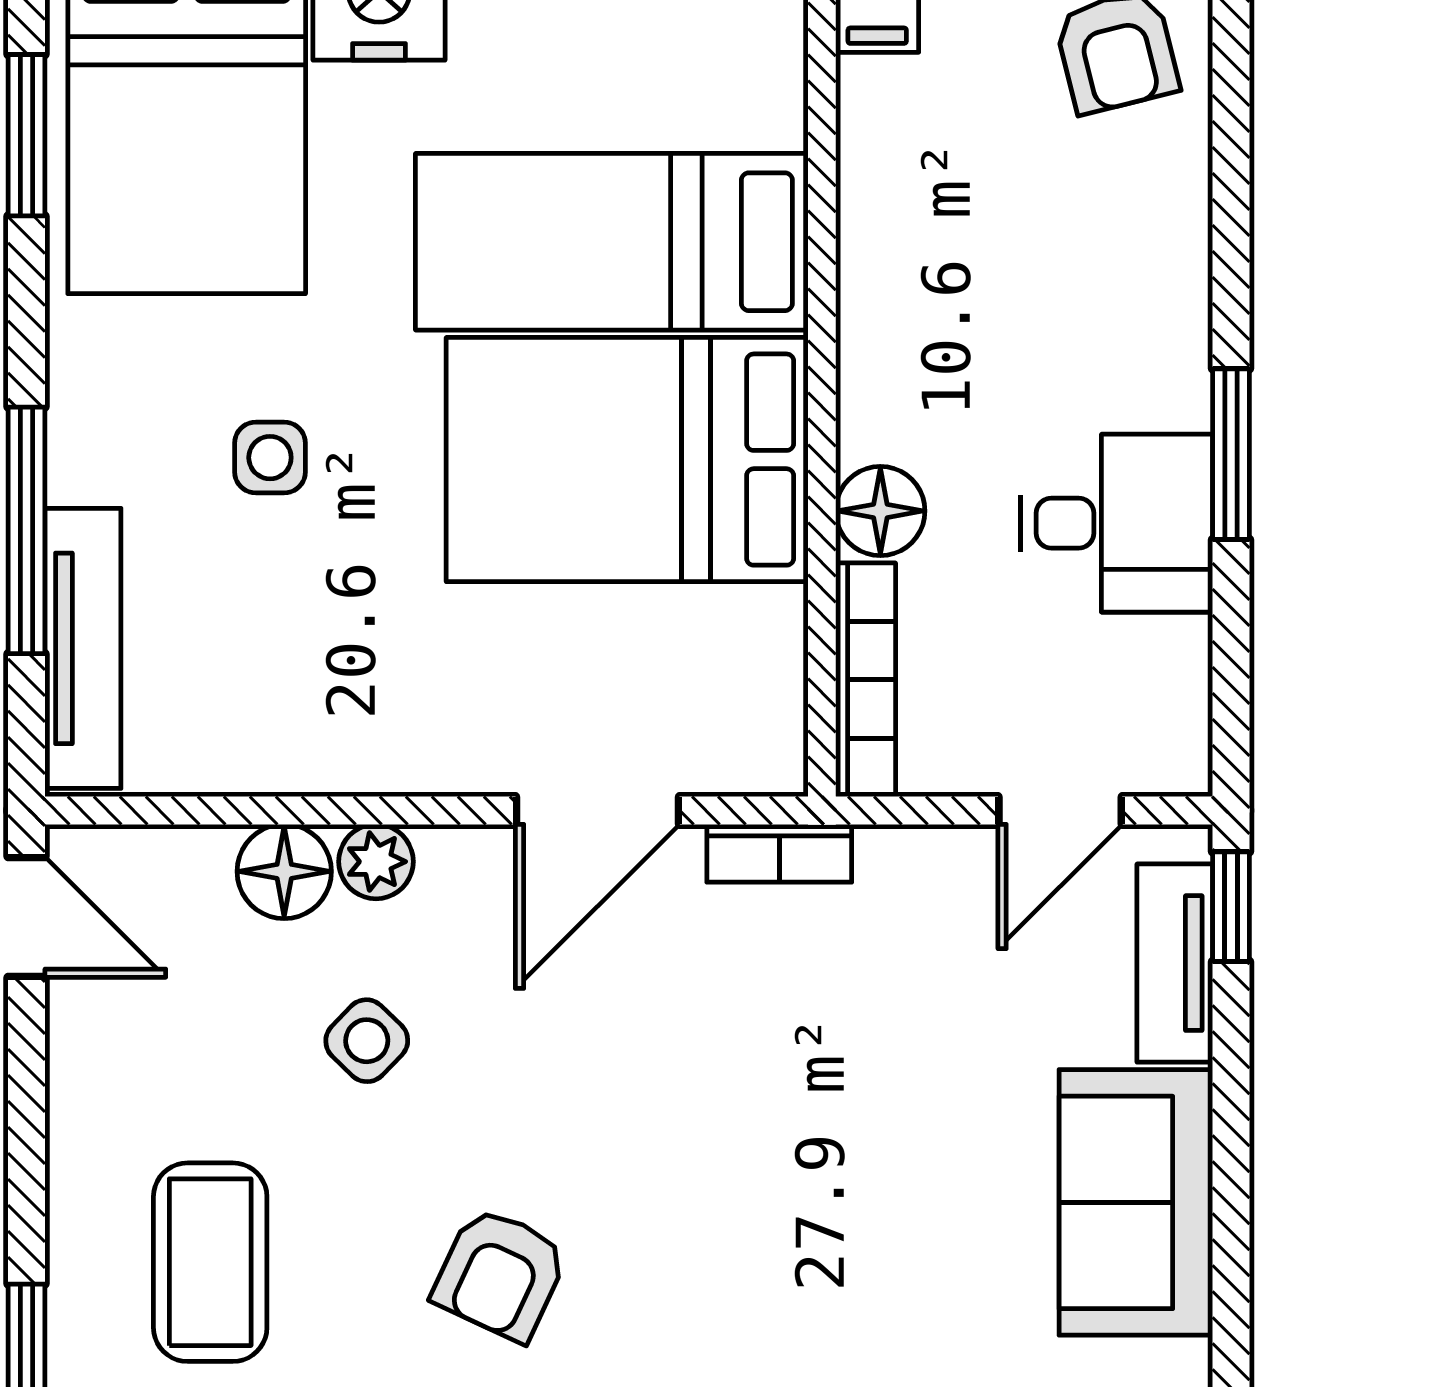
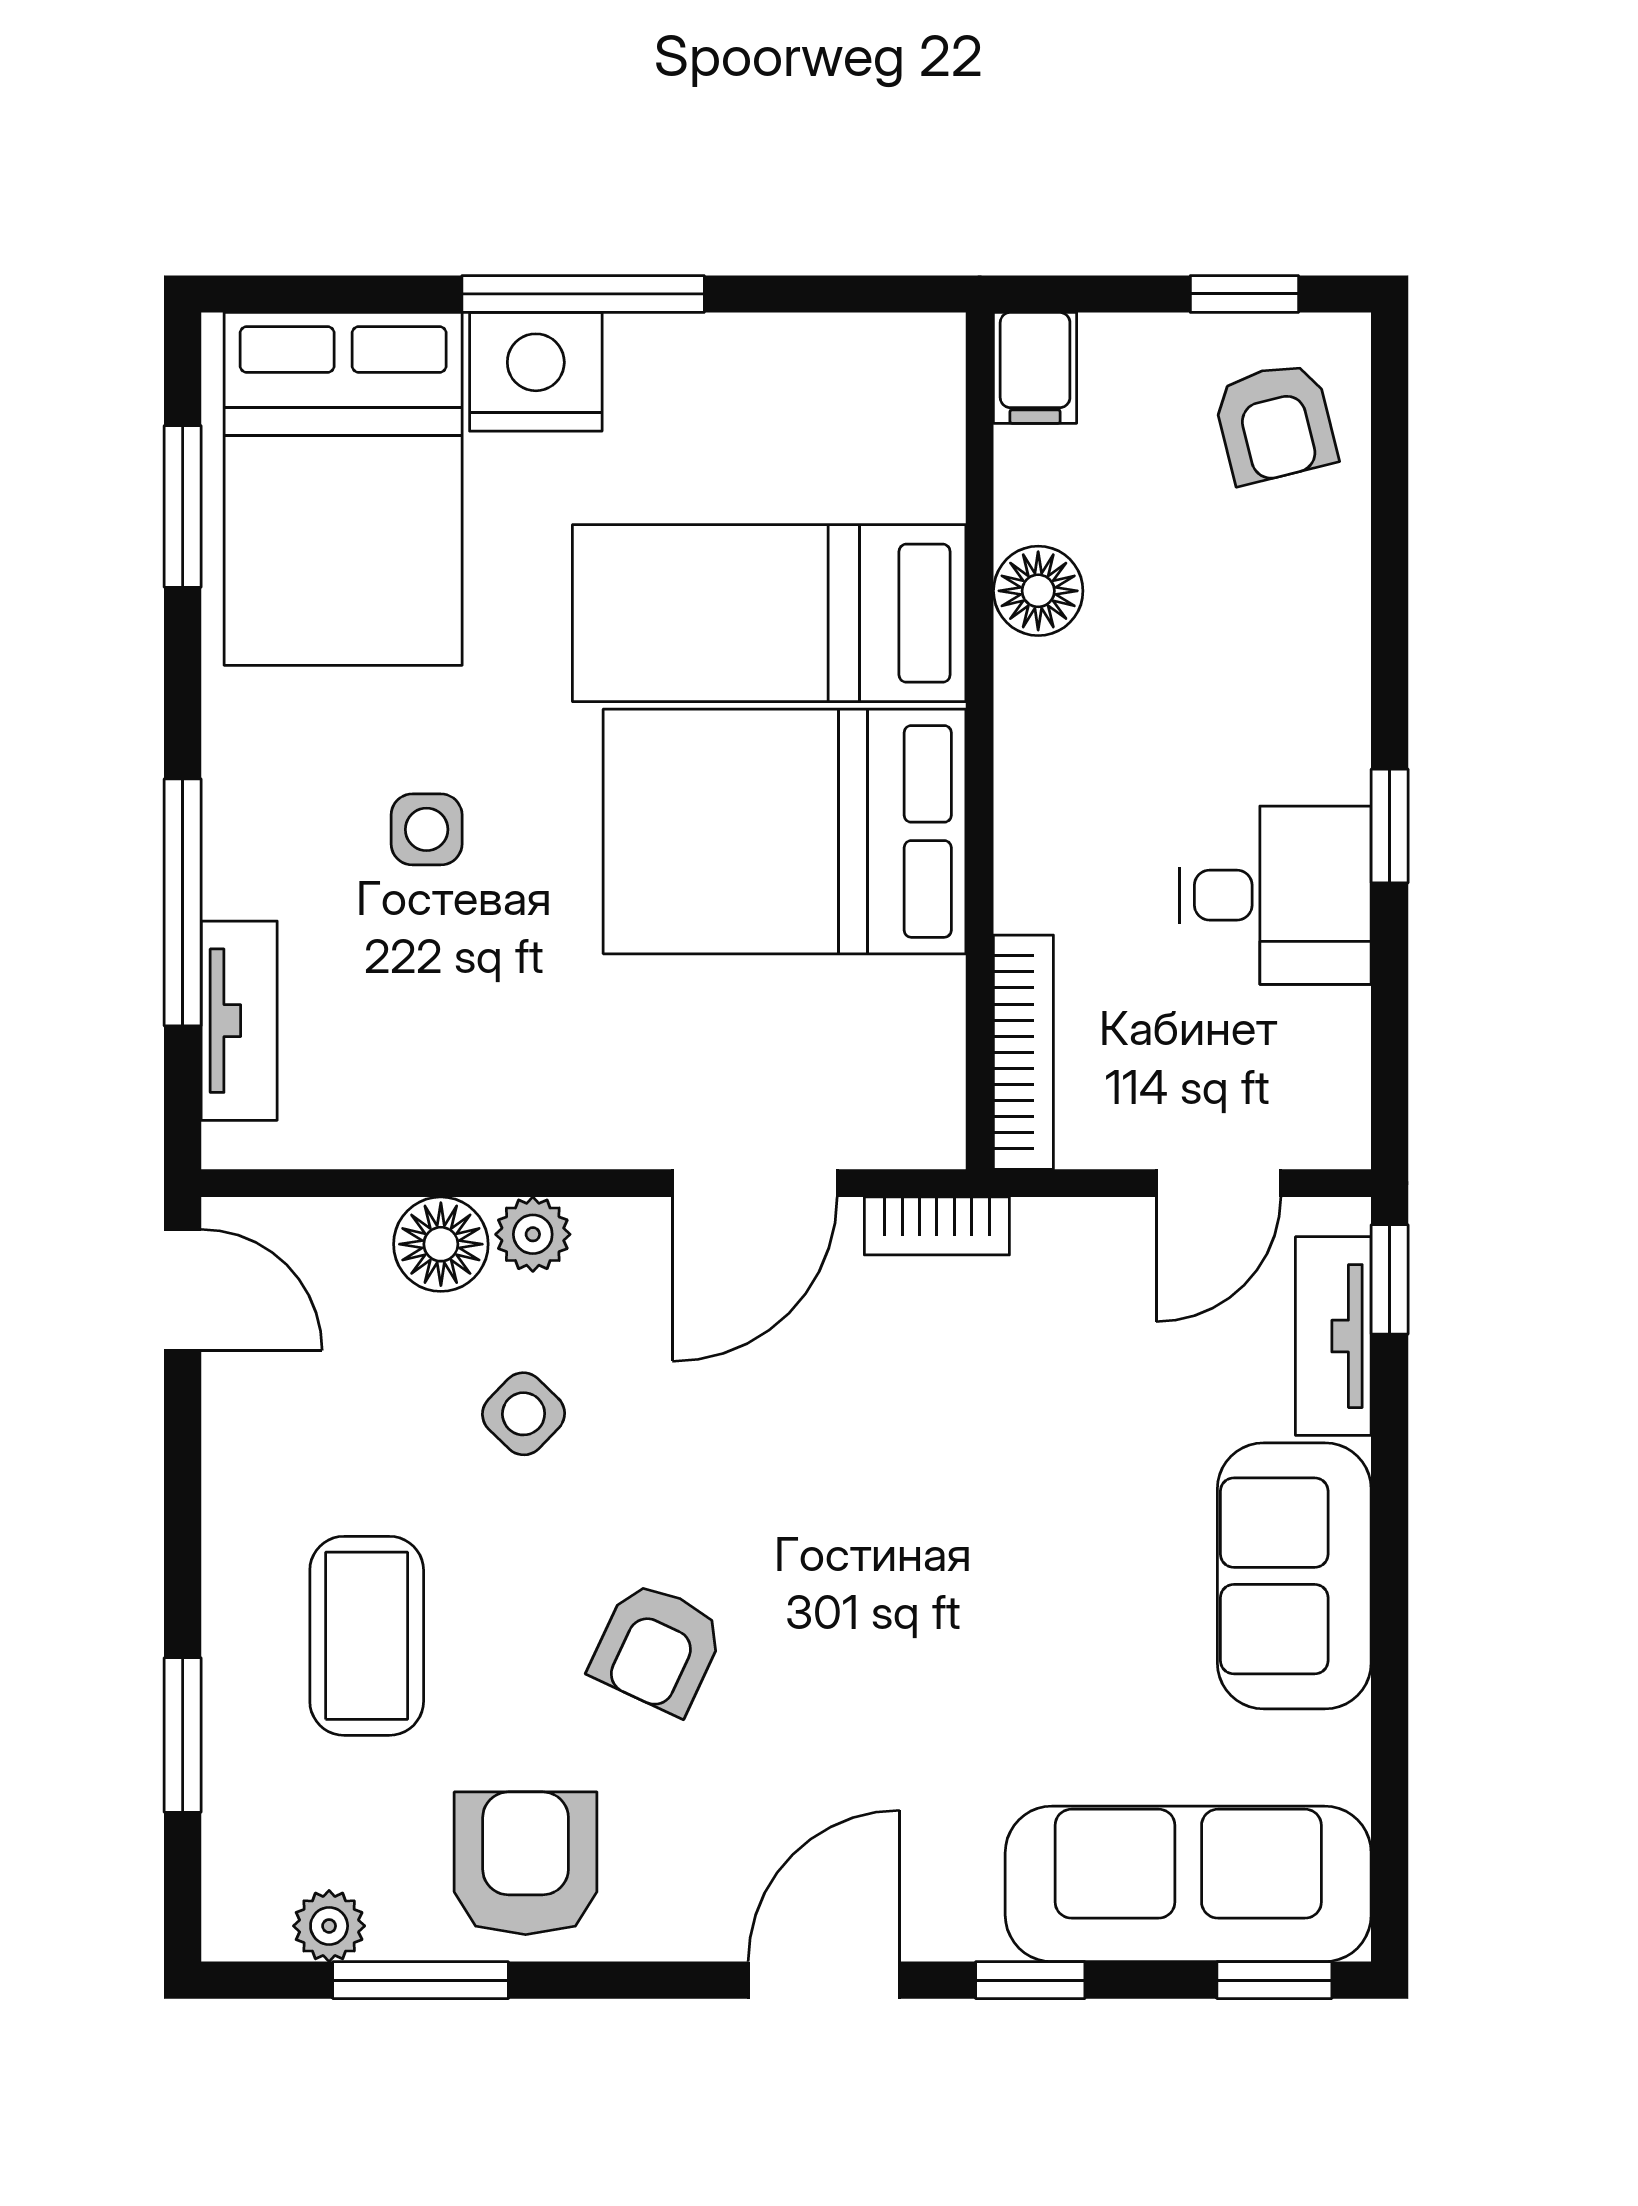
window: (1231, 454) -> (1390, 826), width x0.67
floor lamp: (880, 511) -> (1038, 591), moved
tv unit: (83, 648) -> (239, 1021), width x0.71

